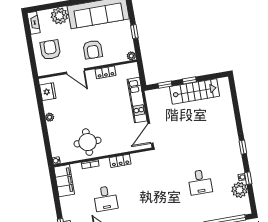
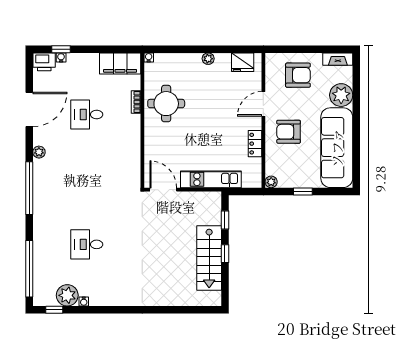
window: (243, 147) -> (124, 310), removed
locker: (120, 161) -> (134, 143), removed
window: (248, 178) -> (54, 310), moved

